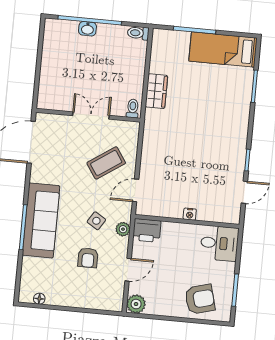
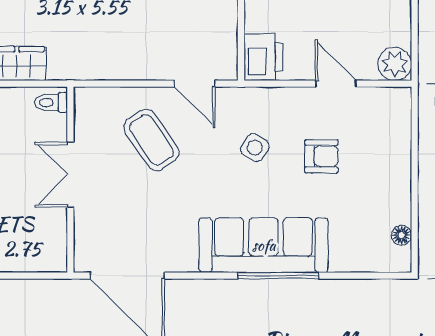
plant: (123, 229) -> (265, 99), removed

